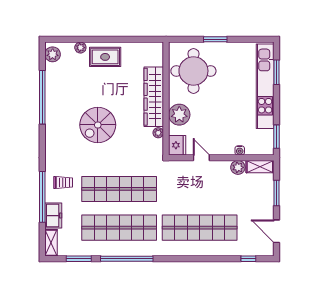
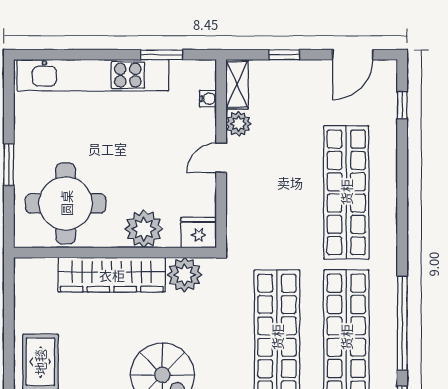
window: (276, 72) -> (68, 55), removed
plant: (158, 133) -> (184, 275), width x1.87, depth x1.87
window: (276, 137) -> (162, 55), moved
water cooler: (240, 150) -> (208, 99), moved
door: (201, 158) -> (221, 158), moved
window: (276, 193) -> (284, 55), width x0.67

